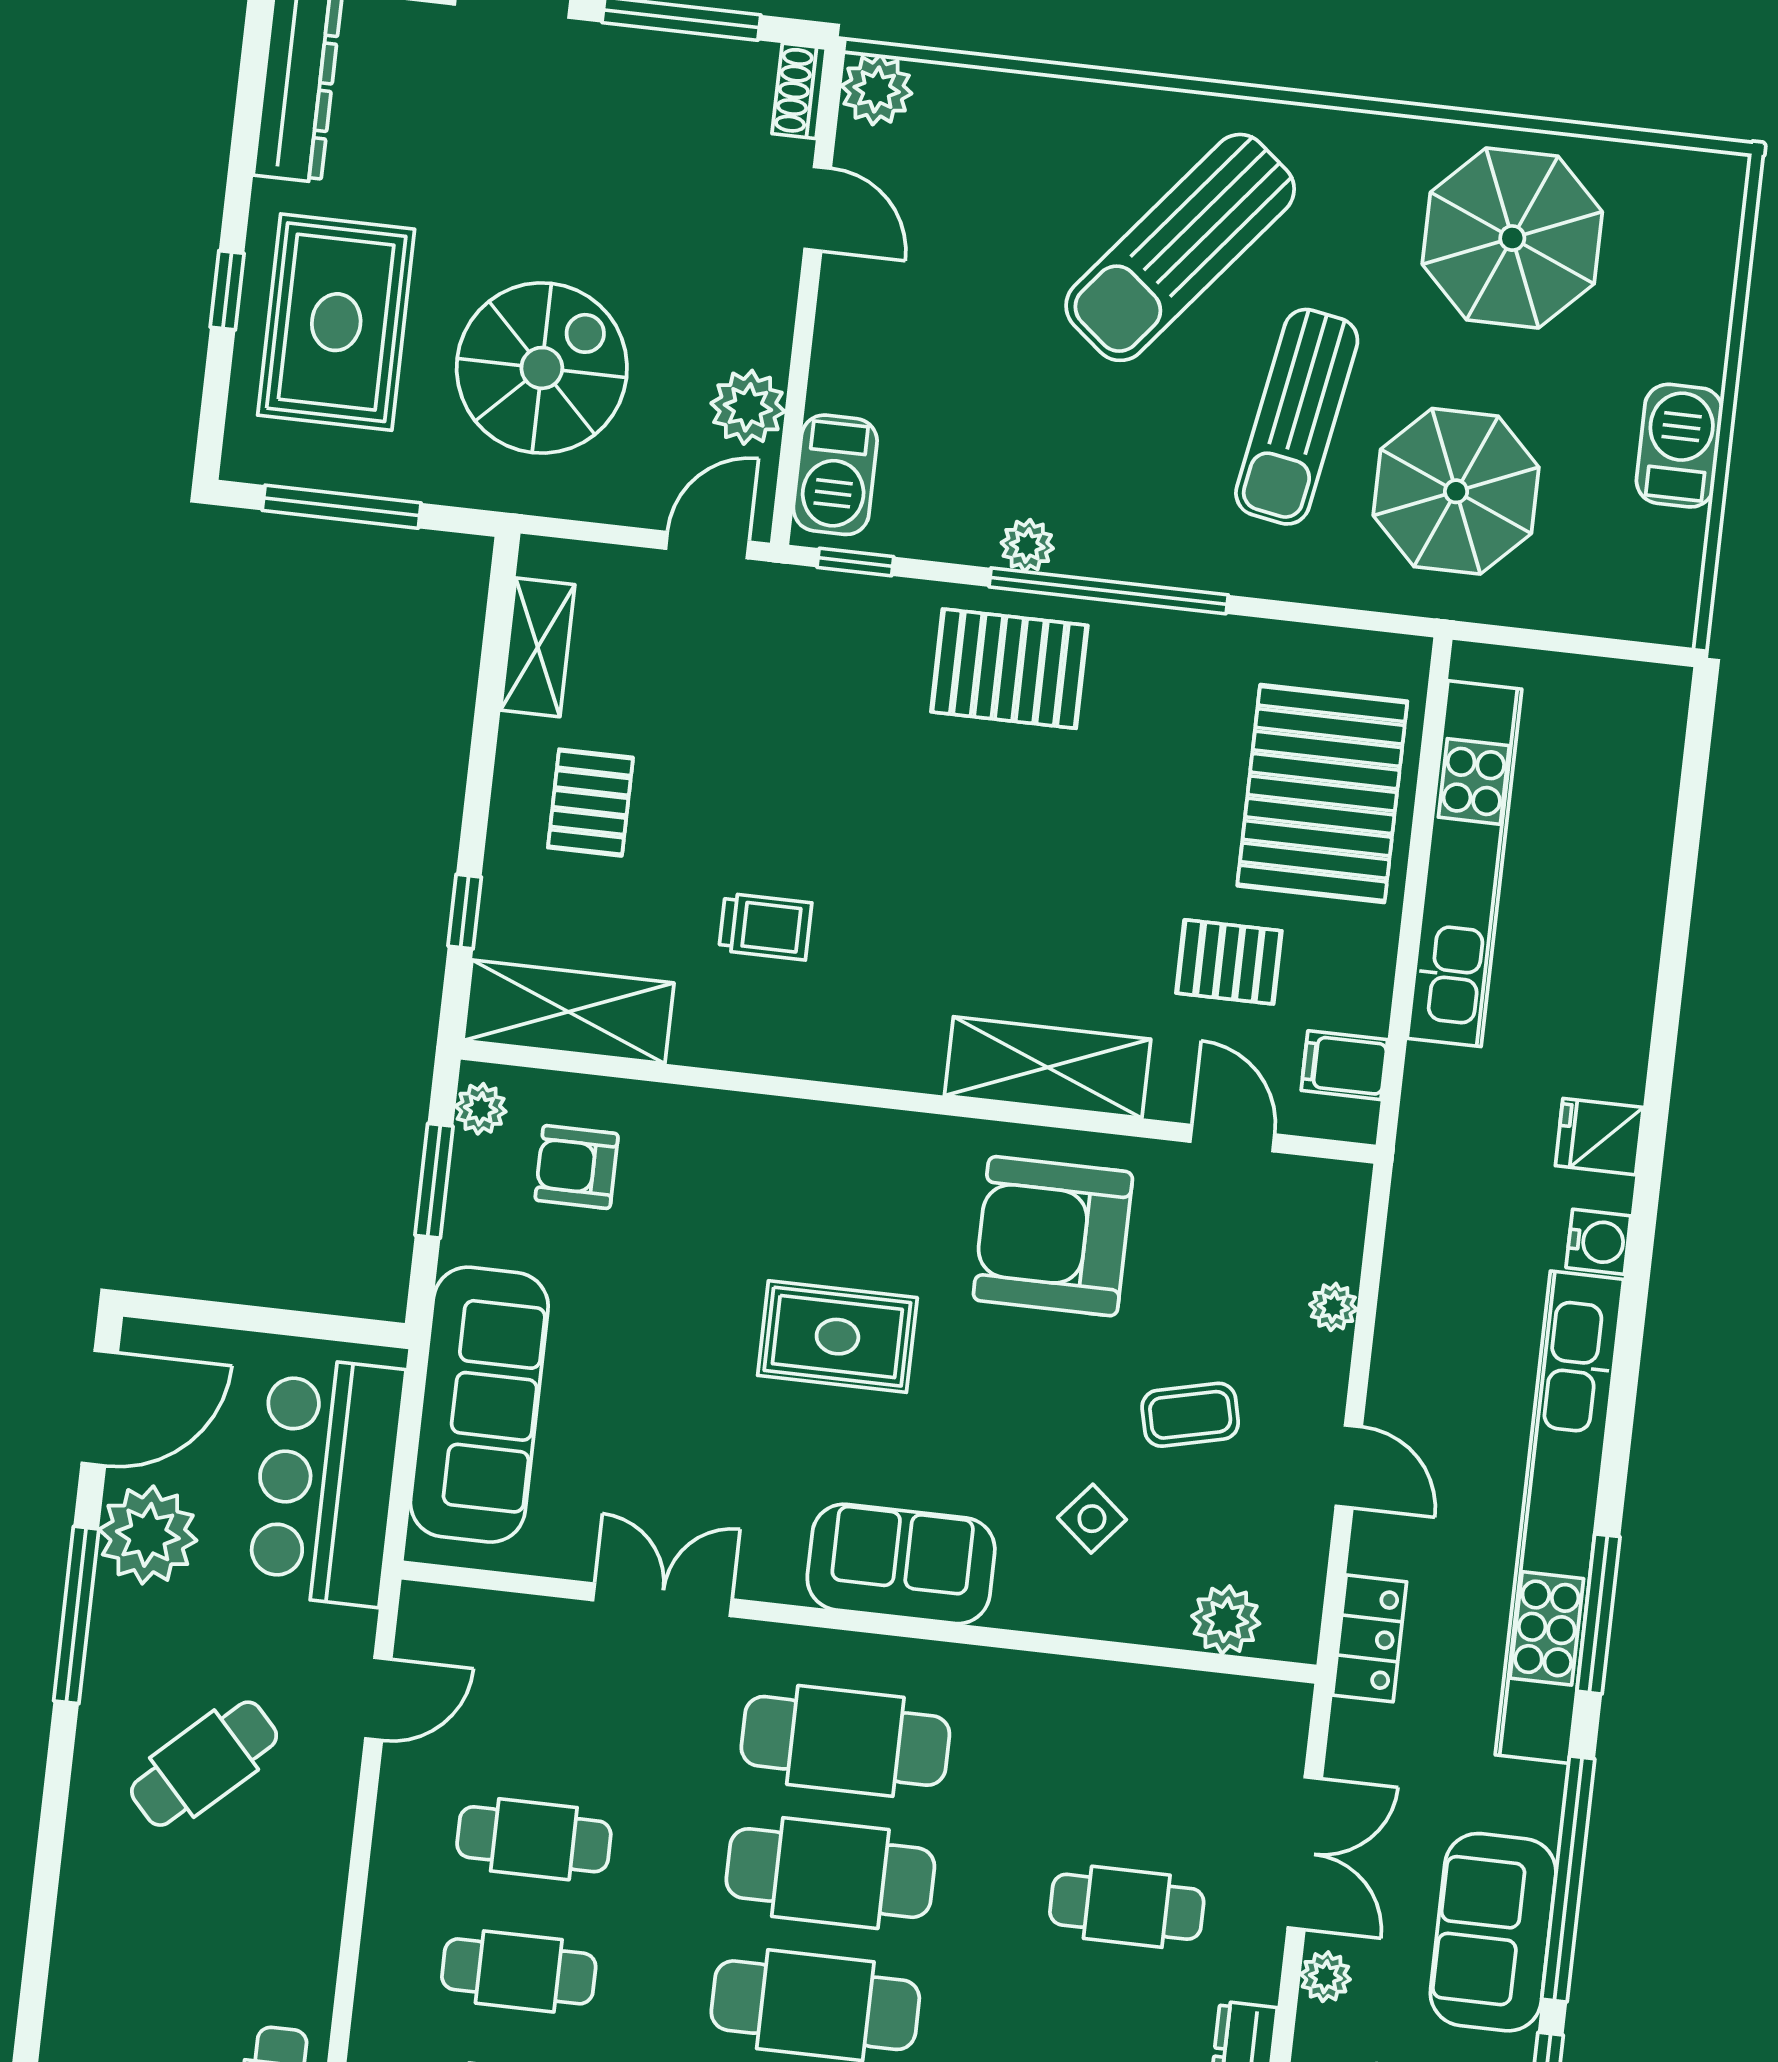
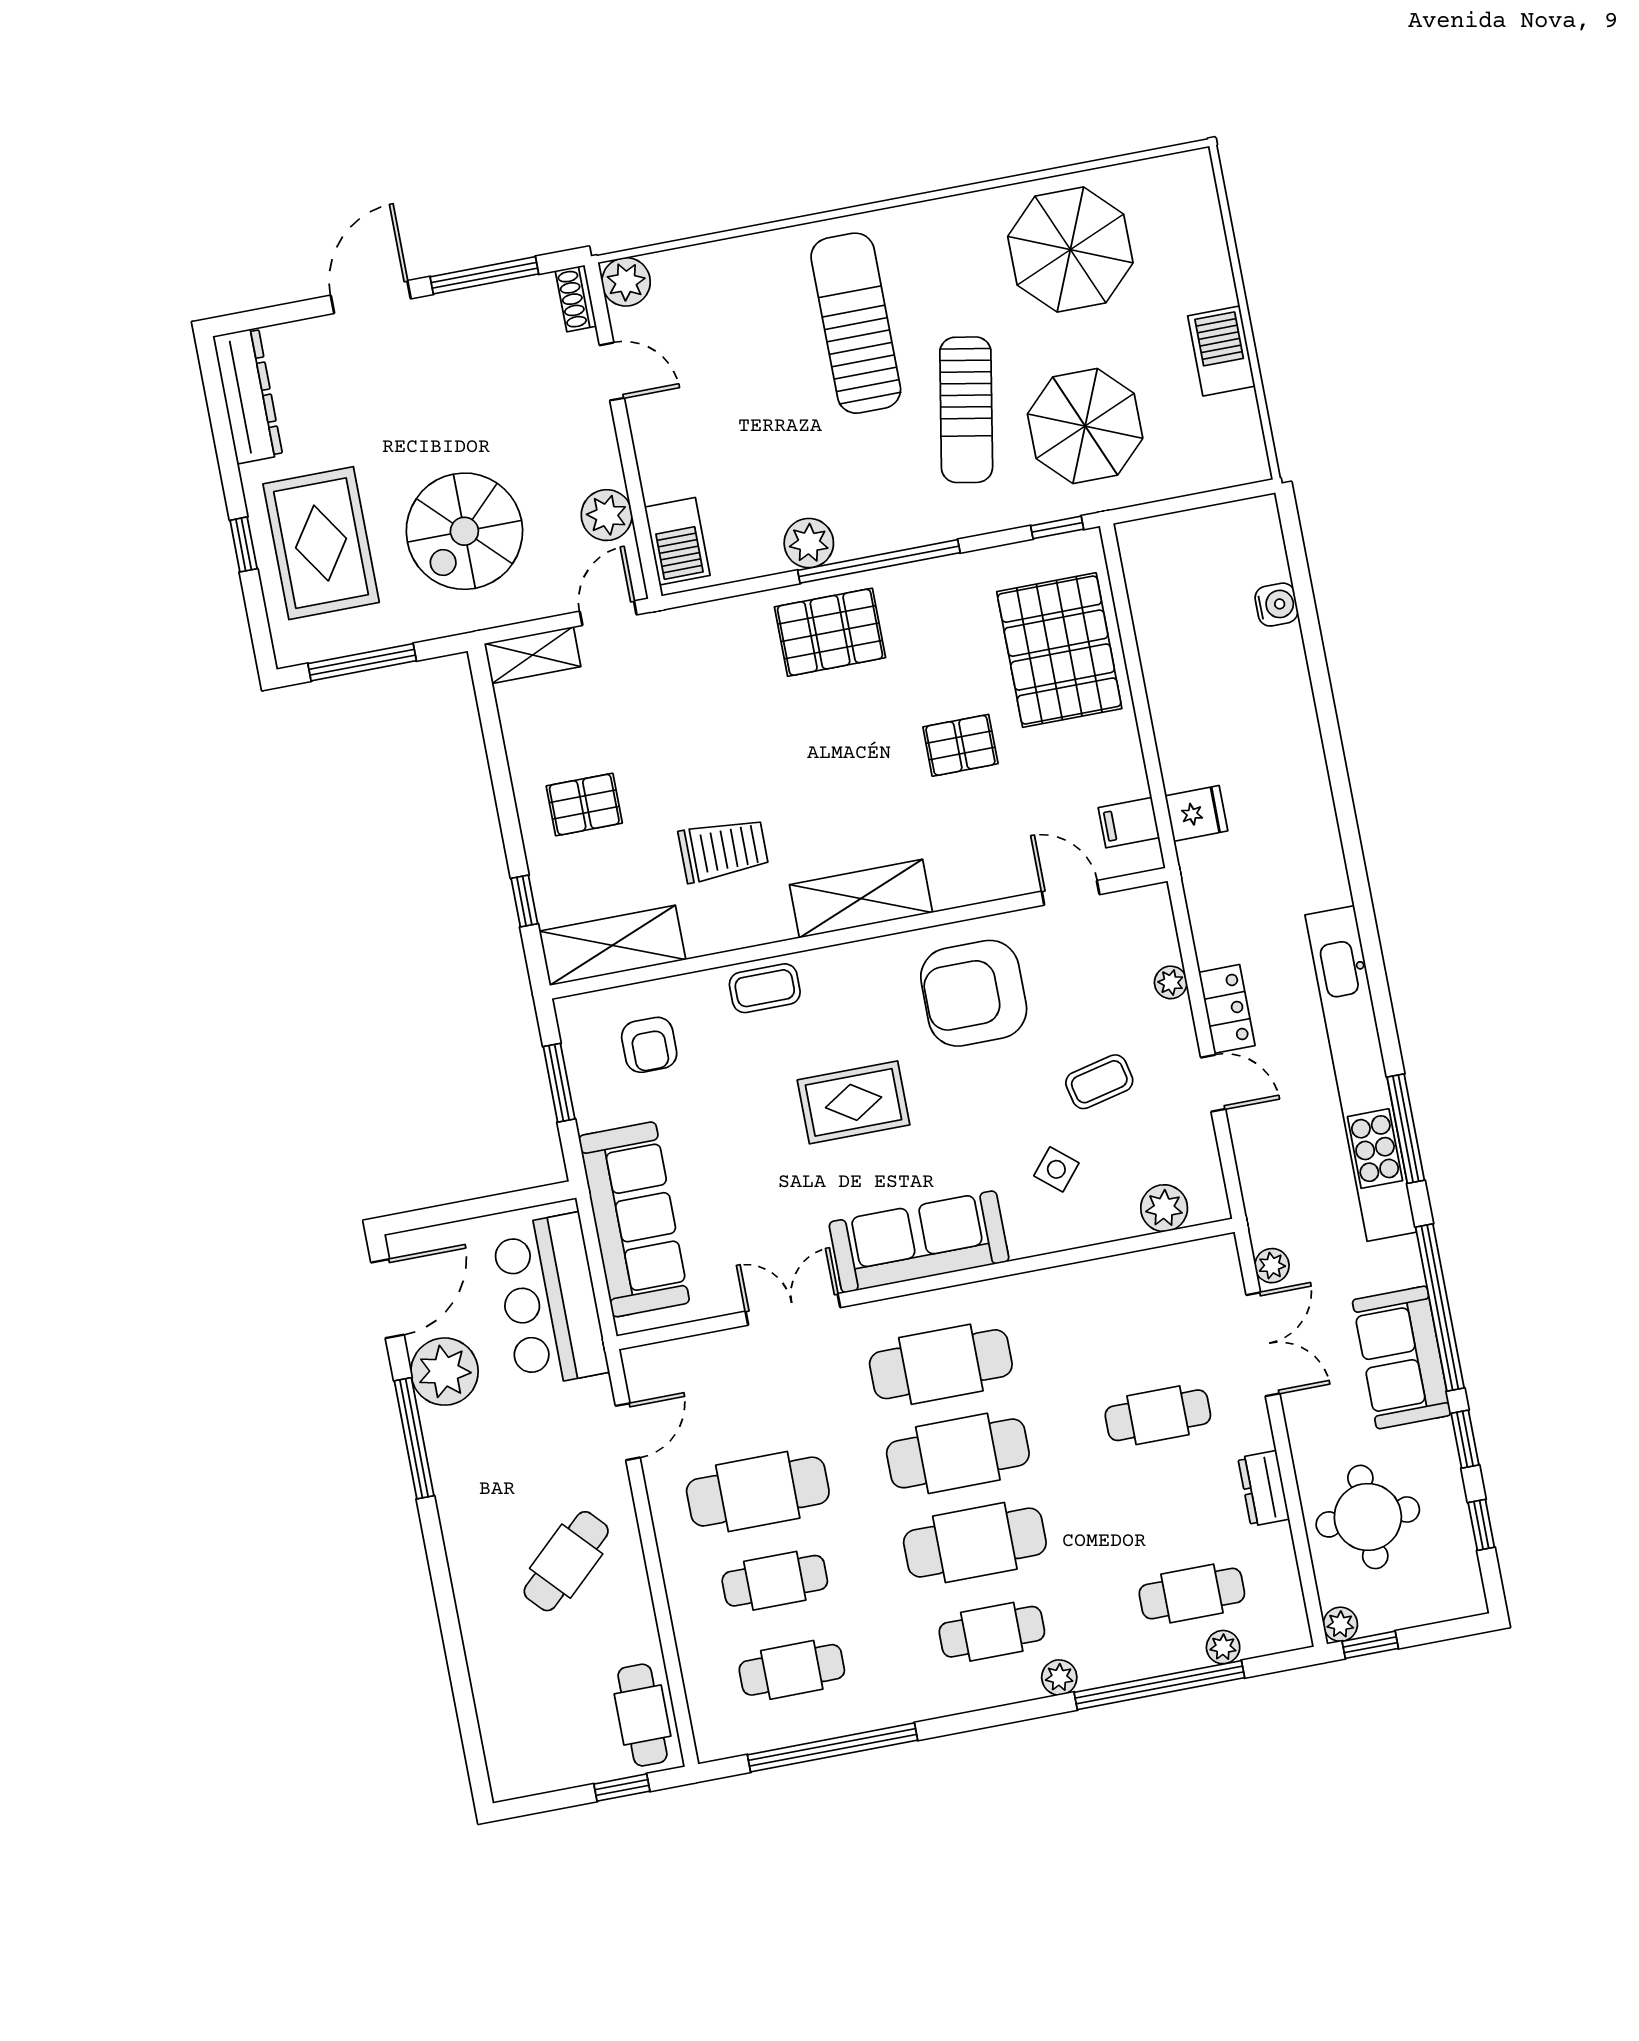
sun lounger: (1180, 247) -> (856, 323), turned 141
spiral stairs: (542, 368) -> (464, 531), turned 180
plant: (1027, 545) -> (809, 543), width x1.38, depth x1.38
window: (855, 562) -> (1057, 527), moved
shelving: (538, 647) -> (533, 655), moved, turned 90
pallet: (590, 803) -> (584, 805), turned 90
kitchen unit: (1464, 864) -> (1166, 667), removed
trolley: (765, 927) -> (723, 850), width x1.36, depth x1.39
pallet: (1229, 962) -> (960, 745), moved
shelving: (1048, 1067) -> (861, 899), moved
plant: (481, 1109) -> (575, 1026), removed
fridge: (1599, 1137) -> (1196, 813), moved, turned 180
coffee table: (763, 1138) -> (765, 988), added
armchair: (577, 1167) -> (649, 1045), turned -90
water cooler: (1598, 1242) -> (1277, 605), moved
sofa: (901, 1564) -> (919, 1242), width x1.36
locker: (1370, 1638) -> (1227, 1009), moved
cafe table: (204, 1764) -> (566, 1561), moved
cafe table: (534, 1839) -> (758, 1492), width x1.37, depth x1.35
plant: (1325, 1977) -> (1272, 1266), moved

